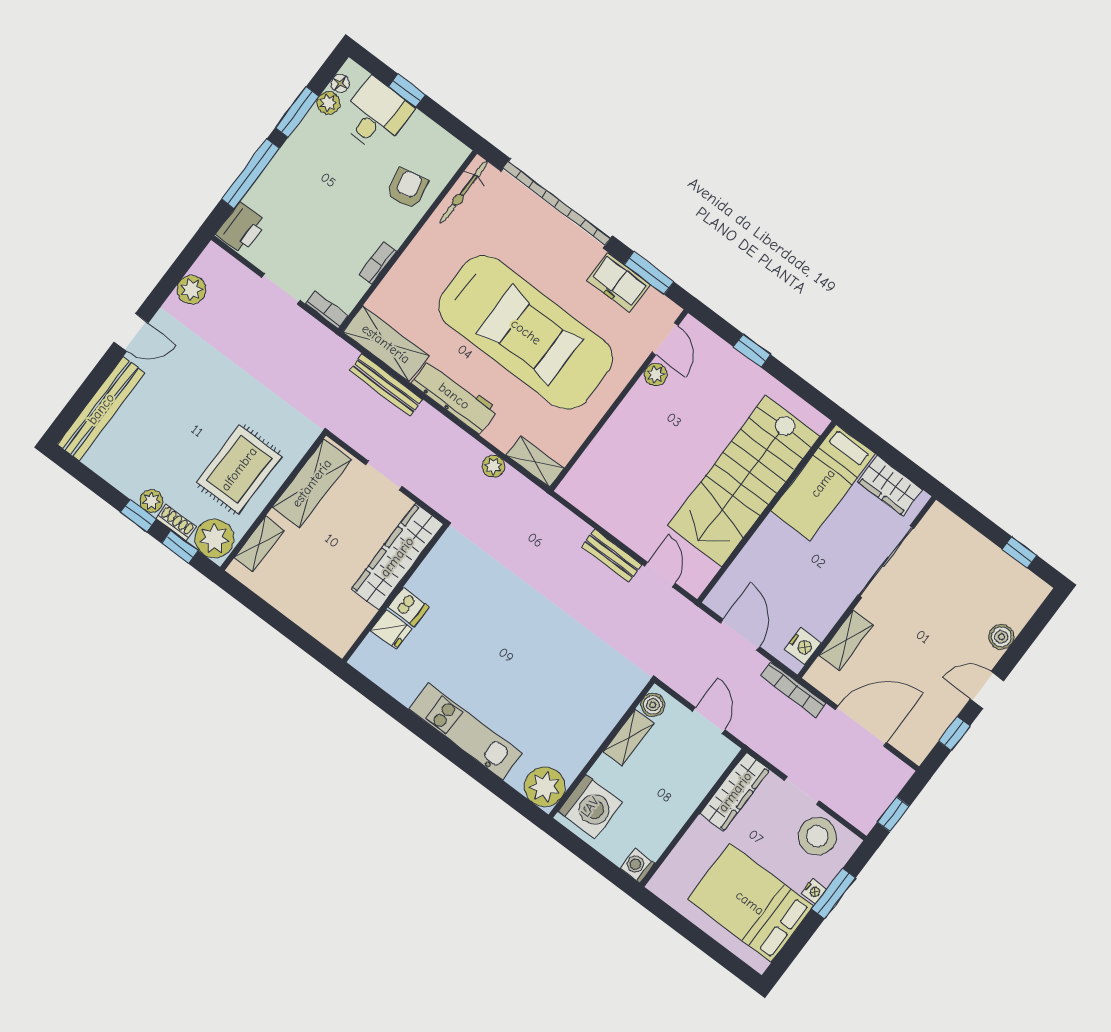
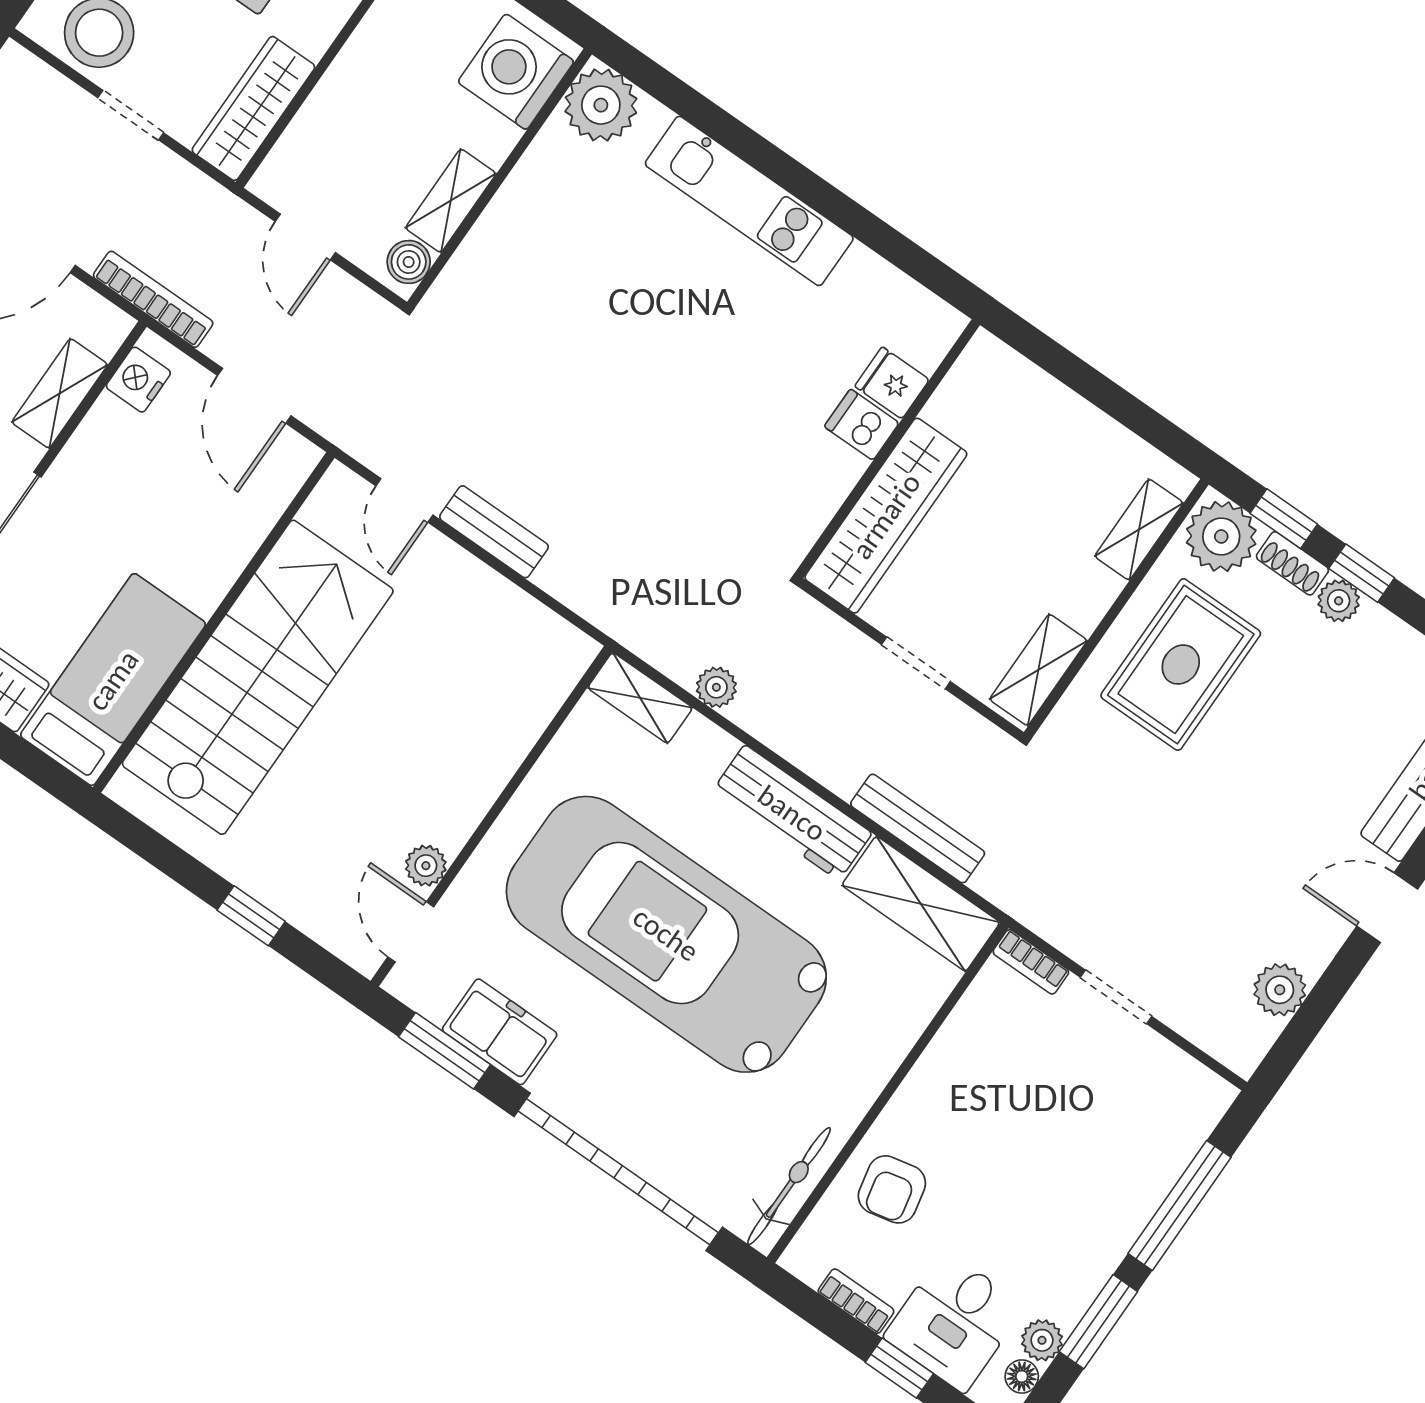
printer: (241, 228) -> (1193, 1105), removed
bookcase: (378, 263) -> (856, 1301), moved, turned -90
shelving: (312, 483) -> (1038, 670), width x0.67, depth x0.75

